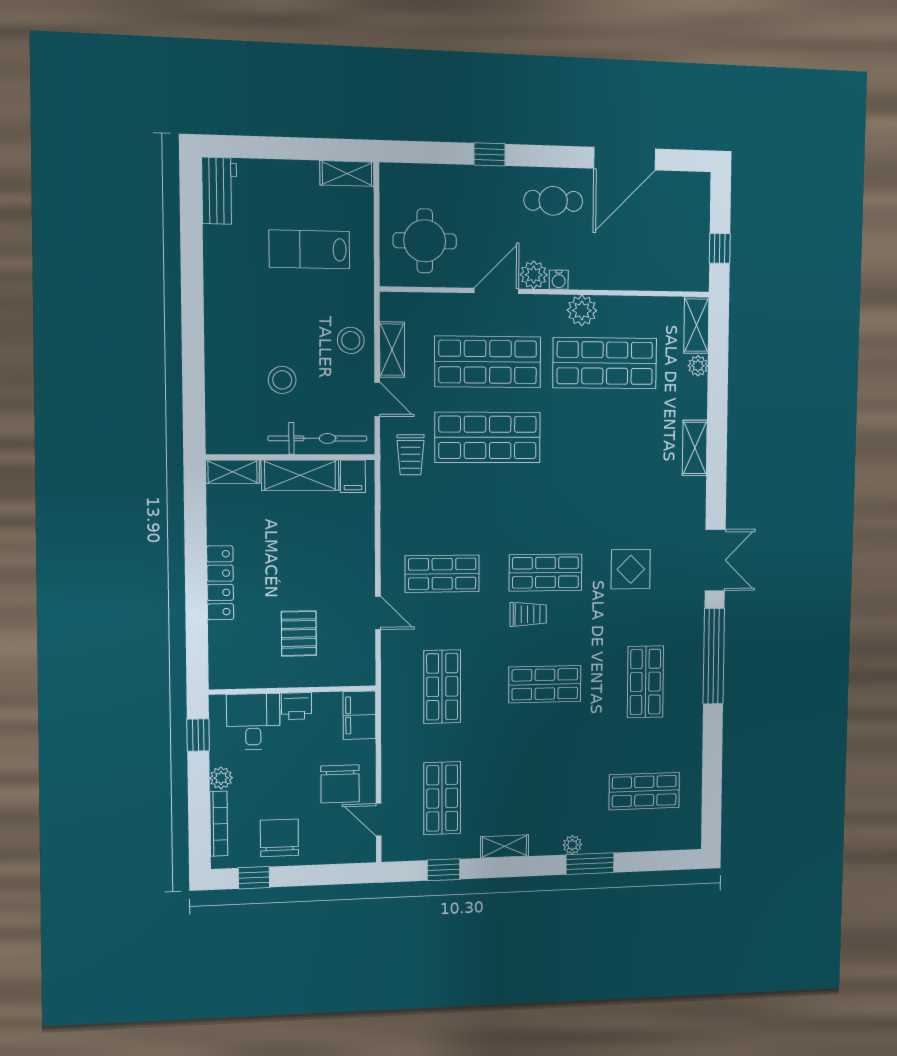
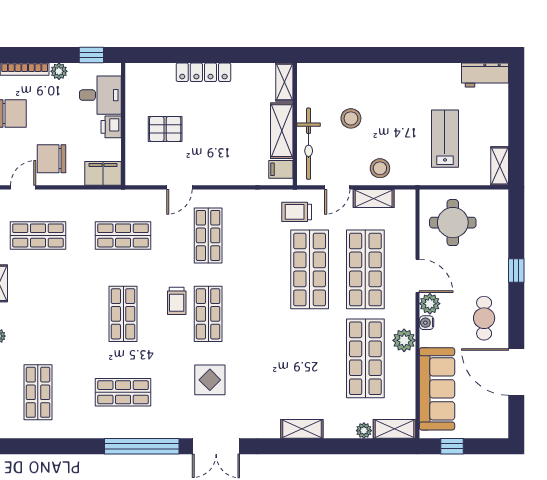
sofa: (646, 267) -> (437, 389), added

